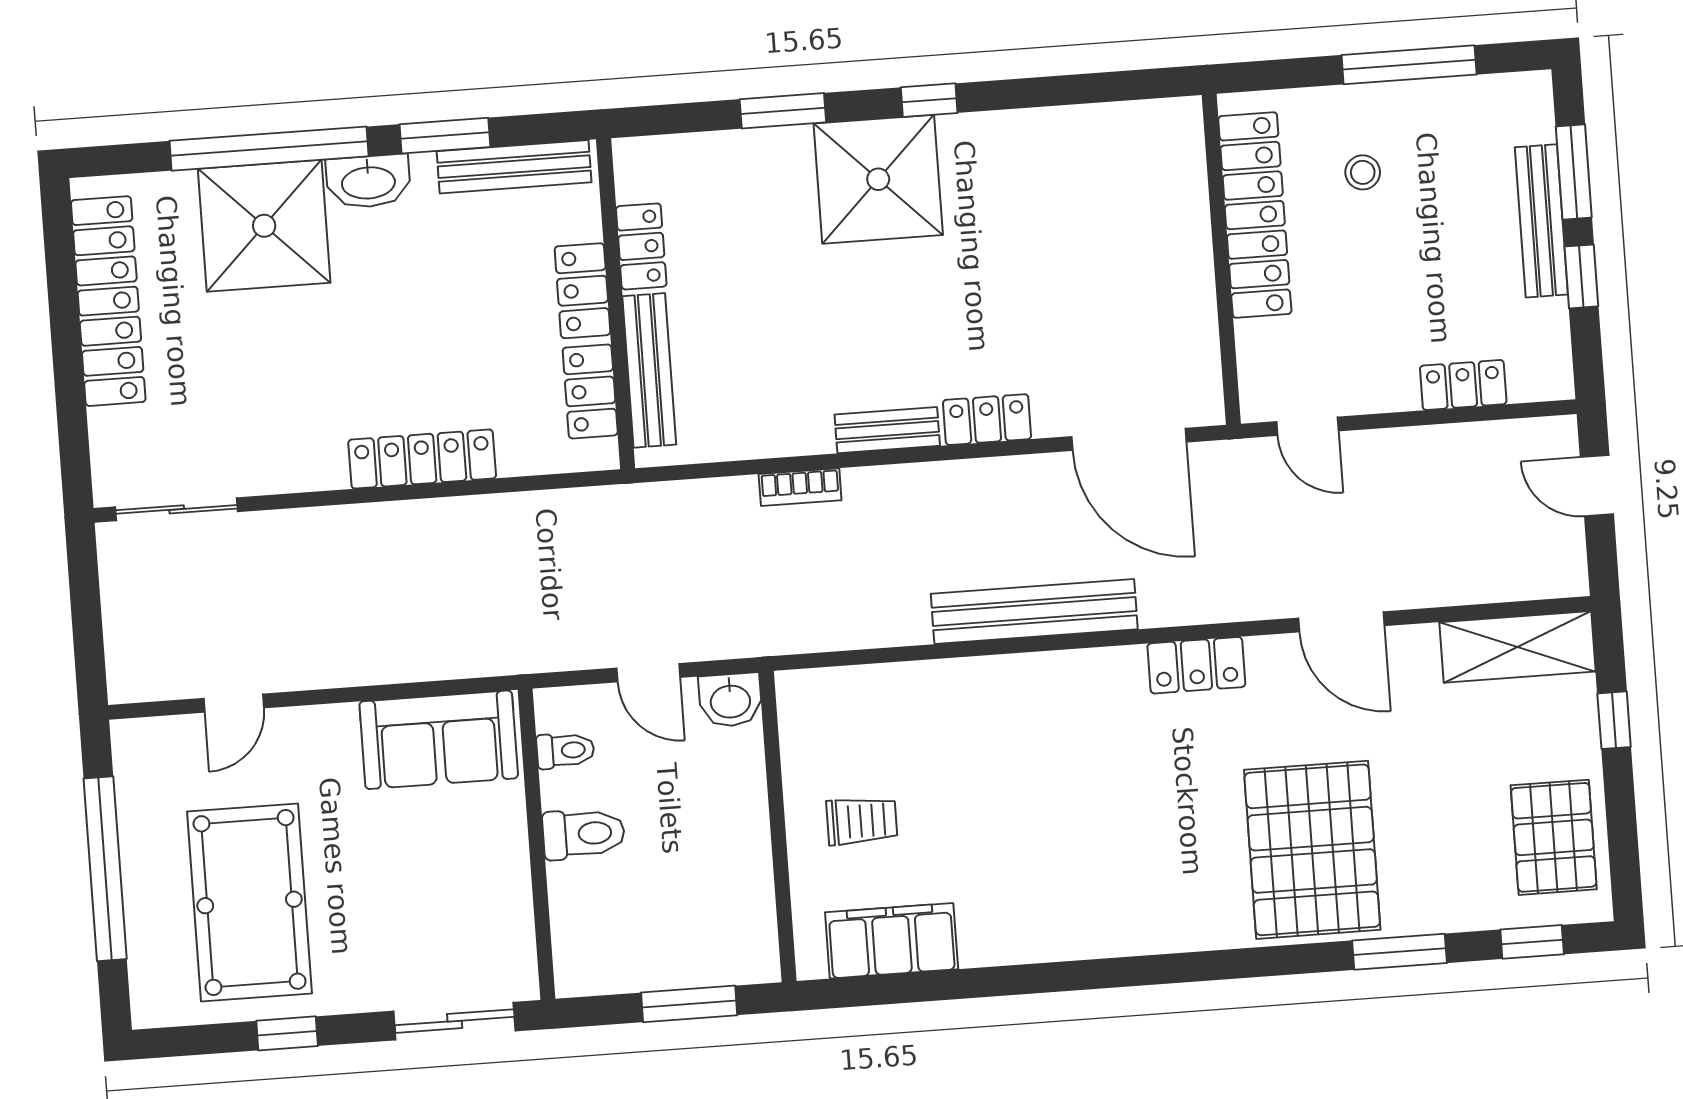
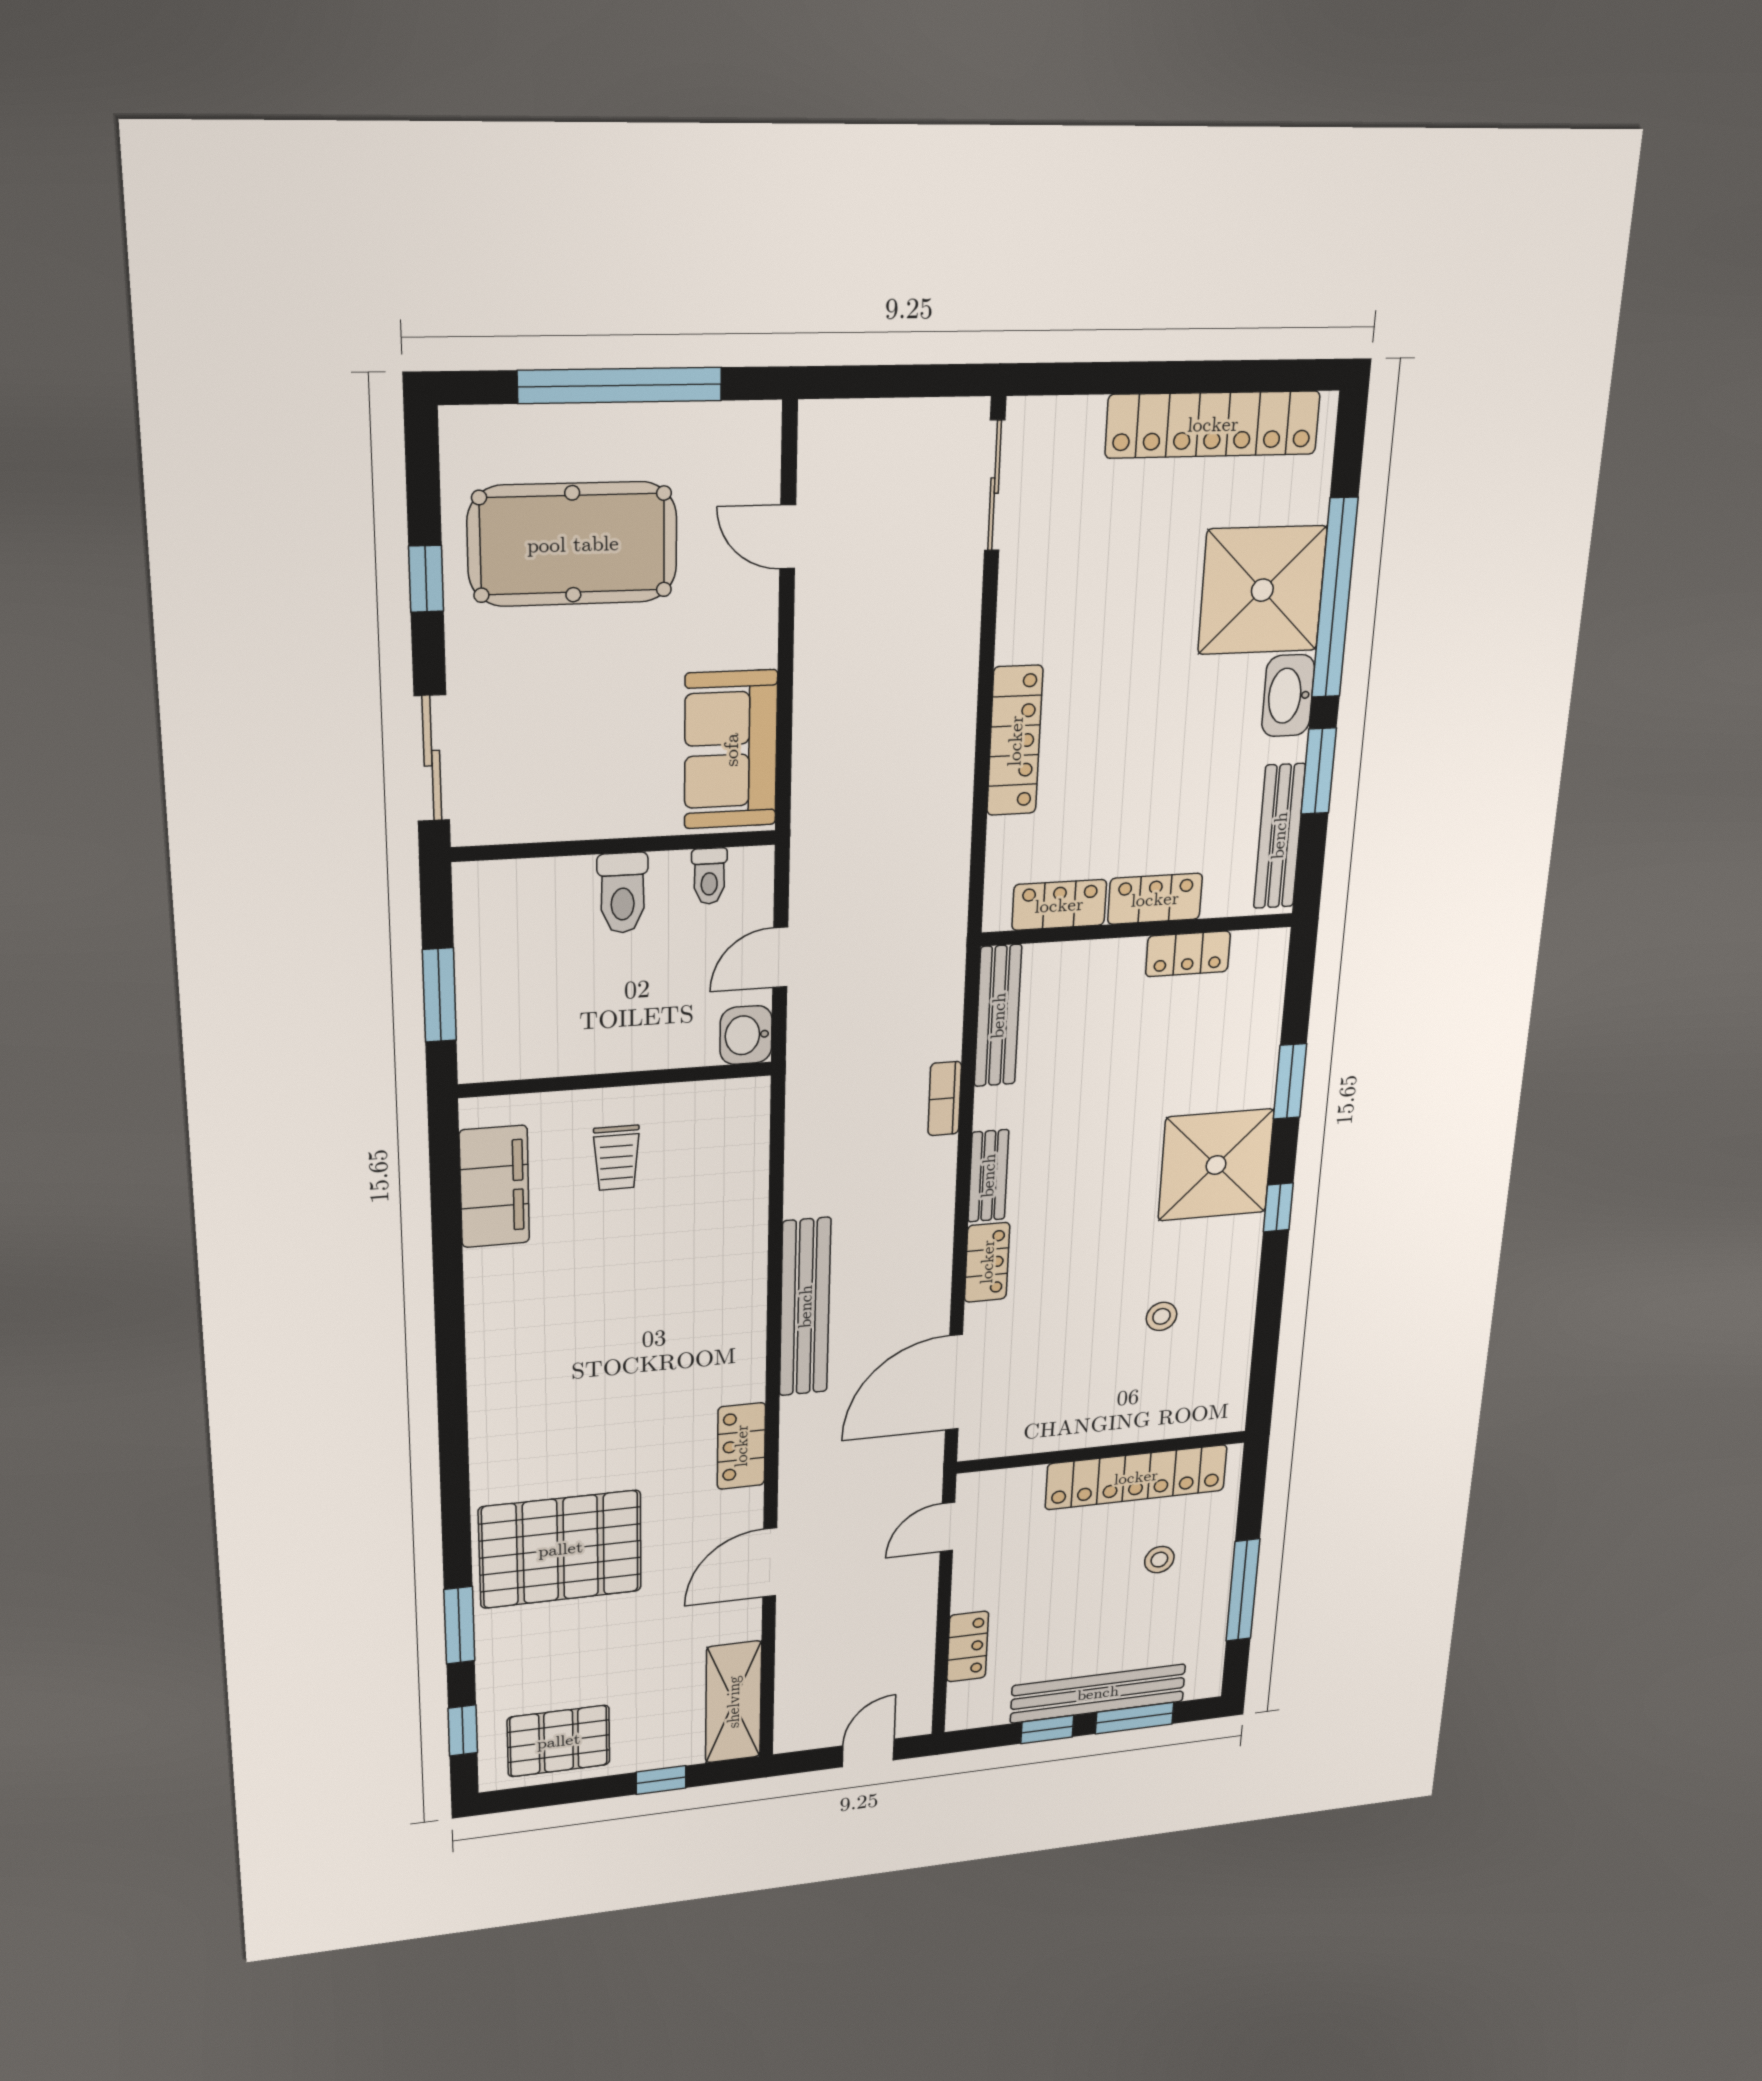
stool: (1056, 215) -> (1161, 1316), added
bench: (1541, 221) -> (1098, 1693), width x1.37, depth x1.21
bench: (649, 370) -> (998, 1016), moved, turned 90

